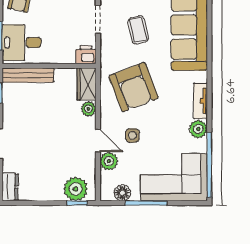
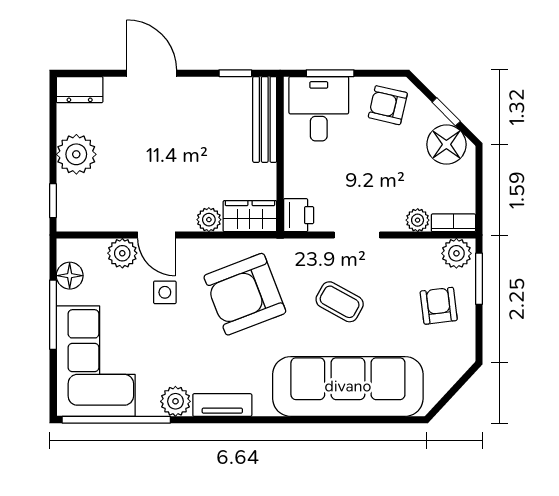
coffee table: (138, 30) -> (340, 302), turned 42
door: (98, 141) -> (156, 235), hinge flipped
plant: (76, 189) -> (76, 154), moved

